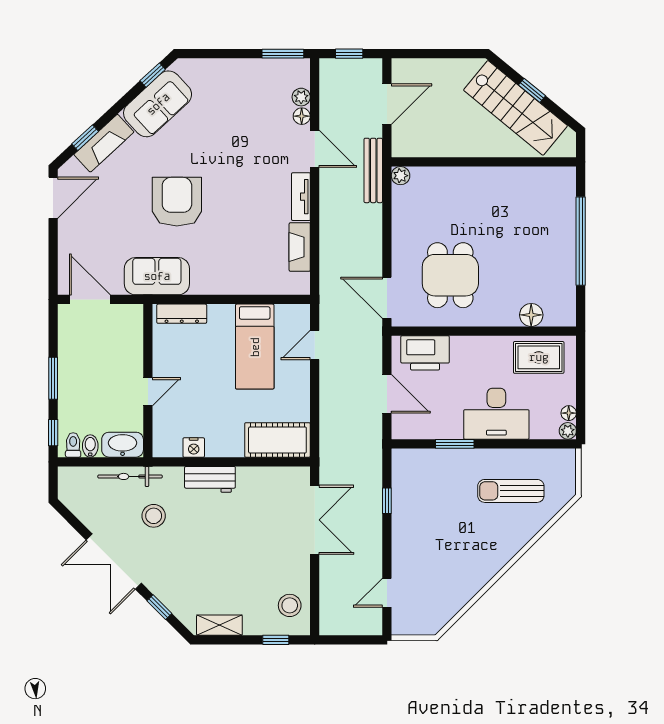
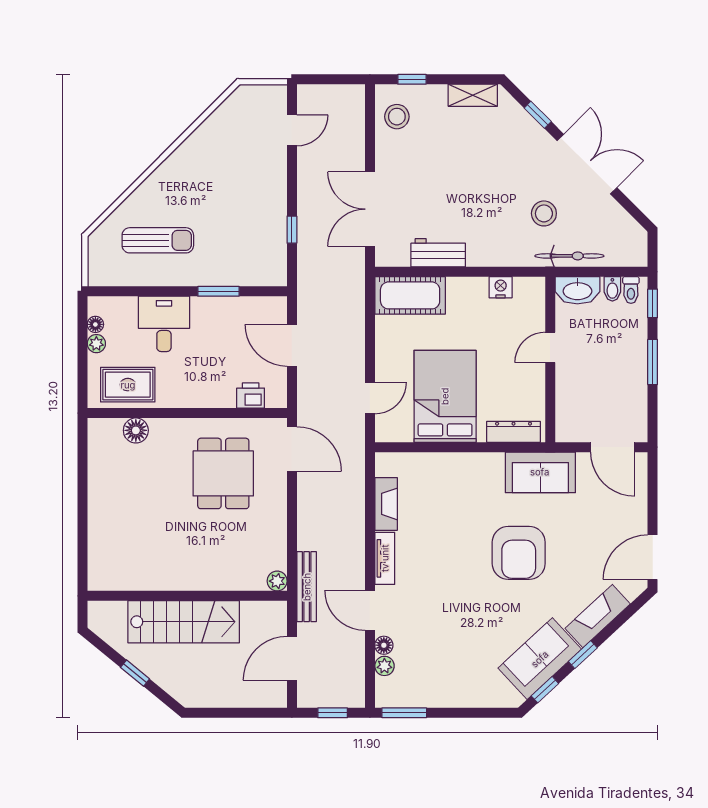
stairs: (515, 108) -> (184, 622), moved, turned 141
window: (85, 138) -> (583, 655), moved
window: (581, 241) -> (82, 510), removed
bed: (255, 347) -> (445, 396), width x1.50
printer: (425, 353) -> (251, 396), width x0.53, depth x0.68
desk: (496, 414) -> (164, 324), width x0.73
plant: (568, 431) -> (96, 344), moved
workbench: (210, 479) -> (438, 253), moved

